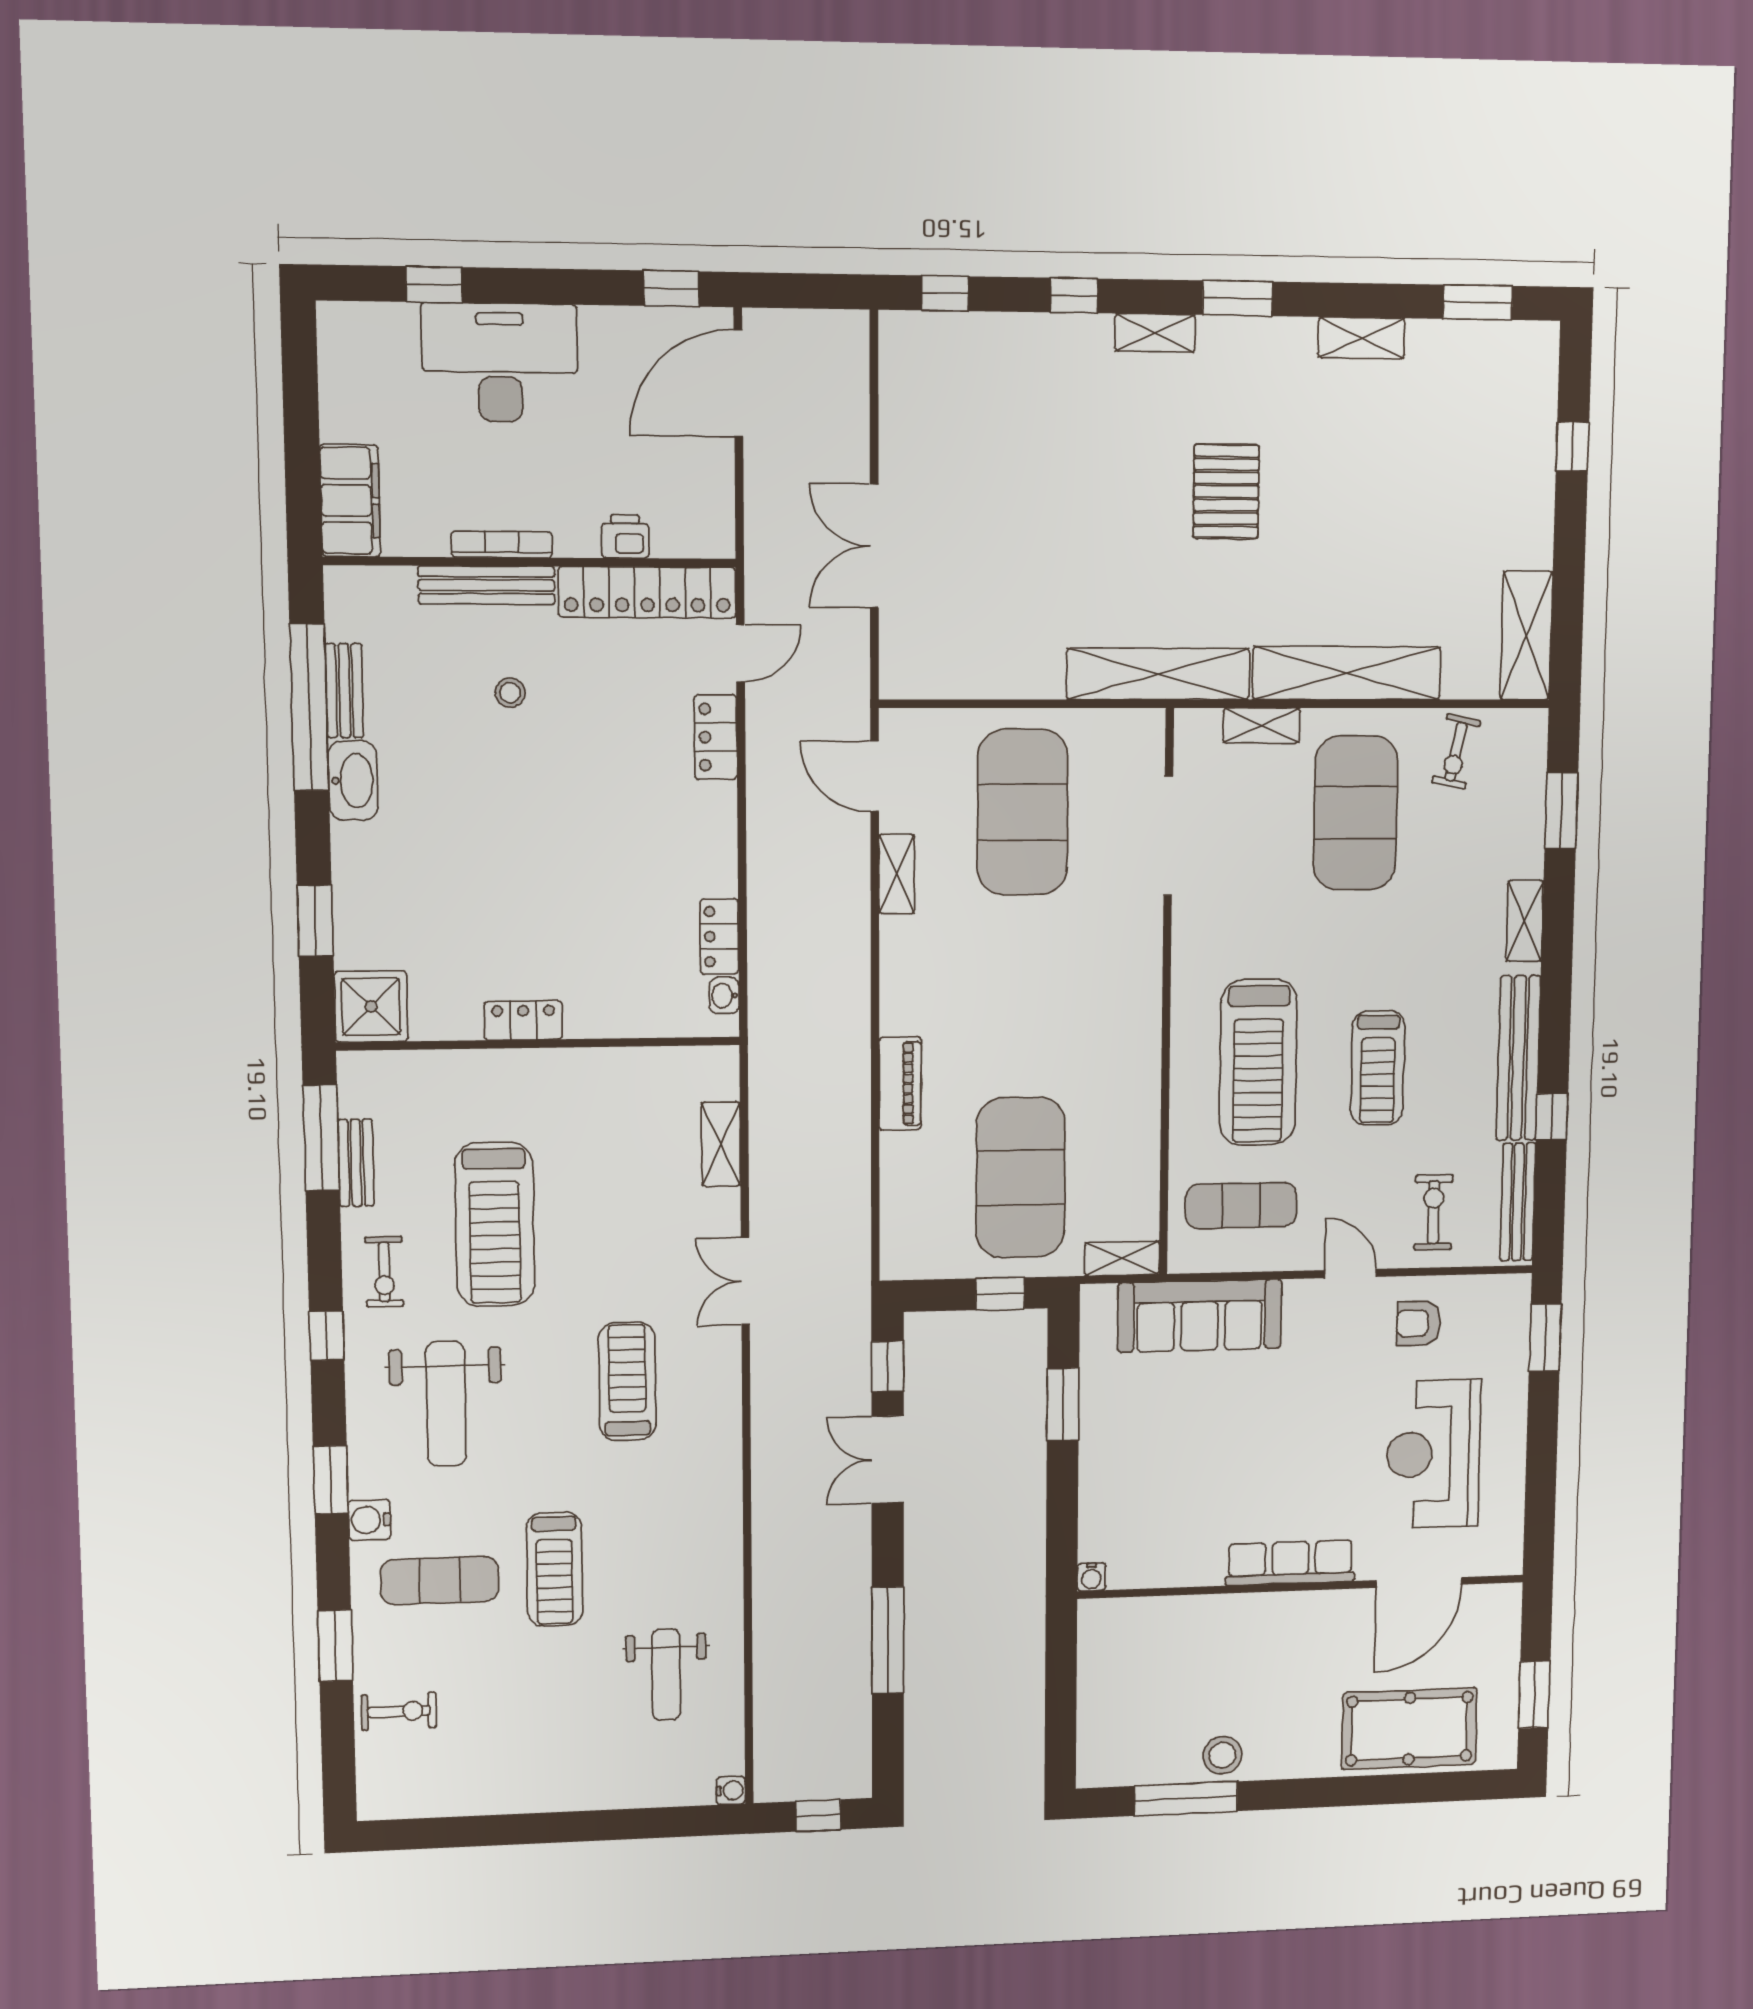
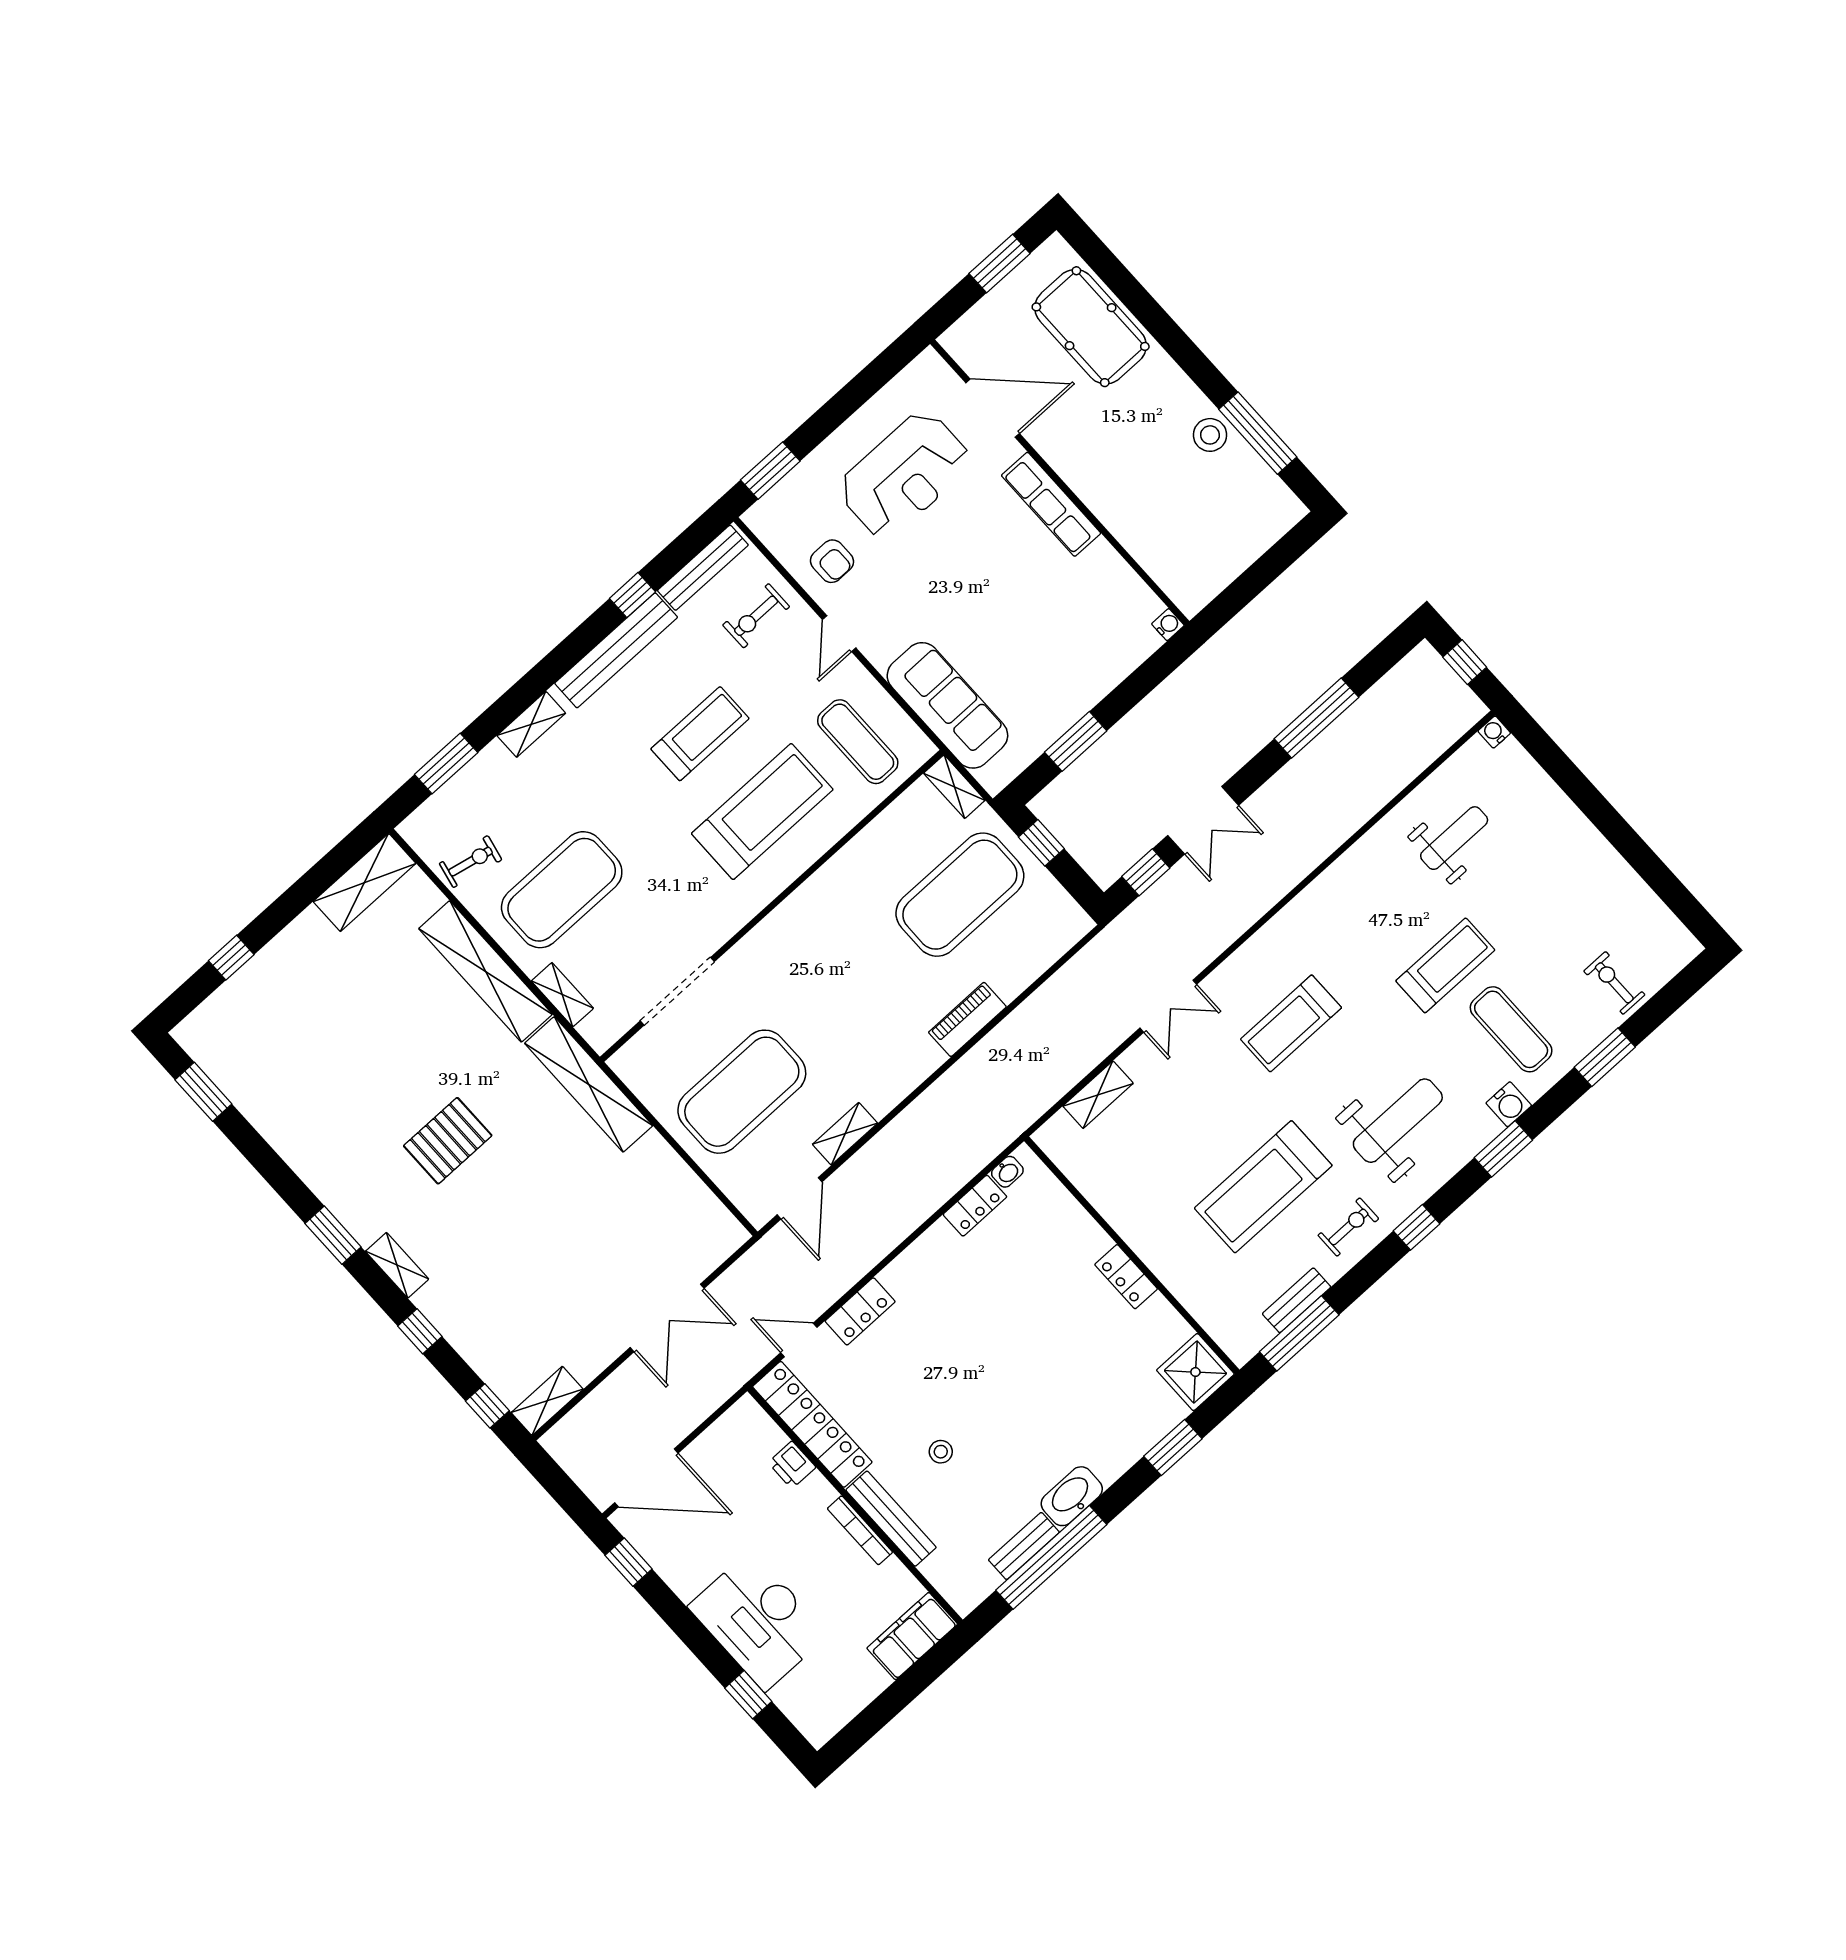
shelving: (1362, 338) -> (547, 1401), moved, turned 90
treadmill: (495, 1224) -> (1263, 1187), turned 180

